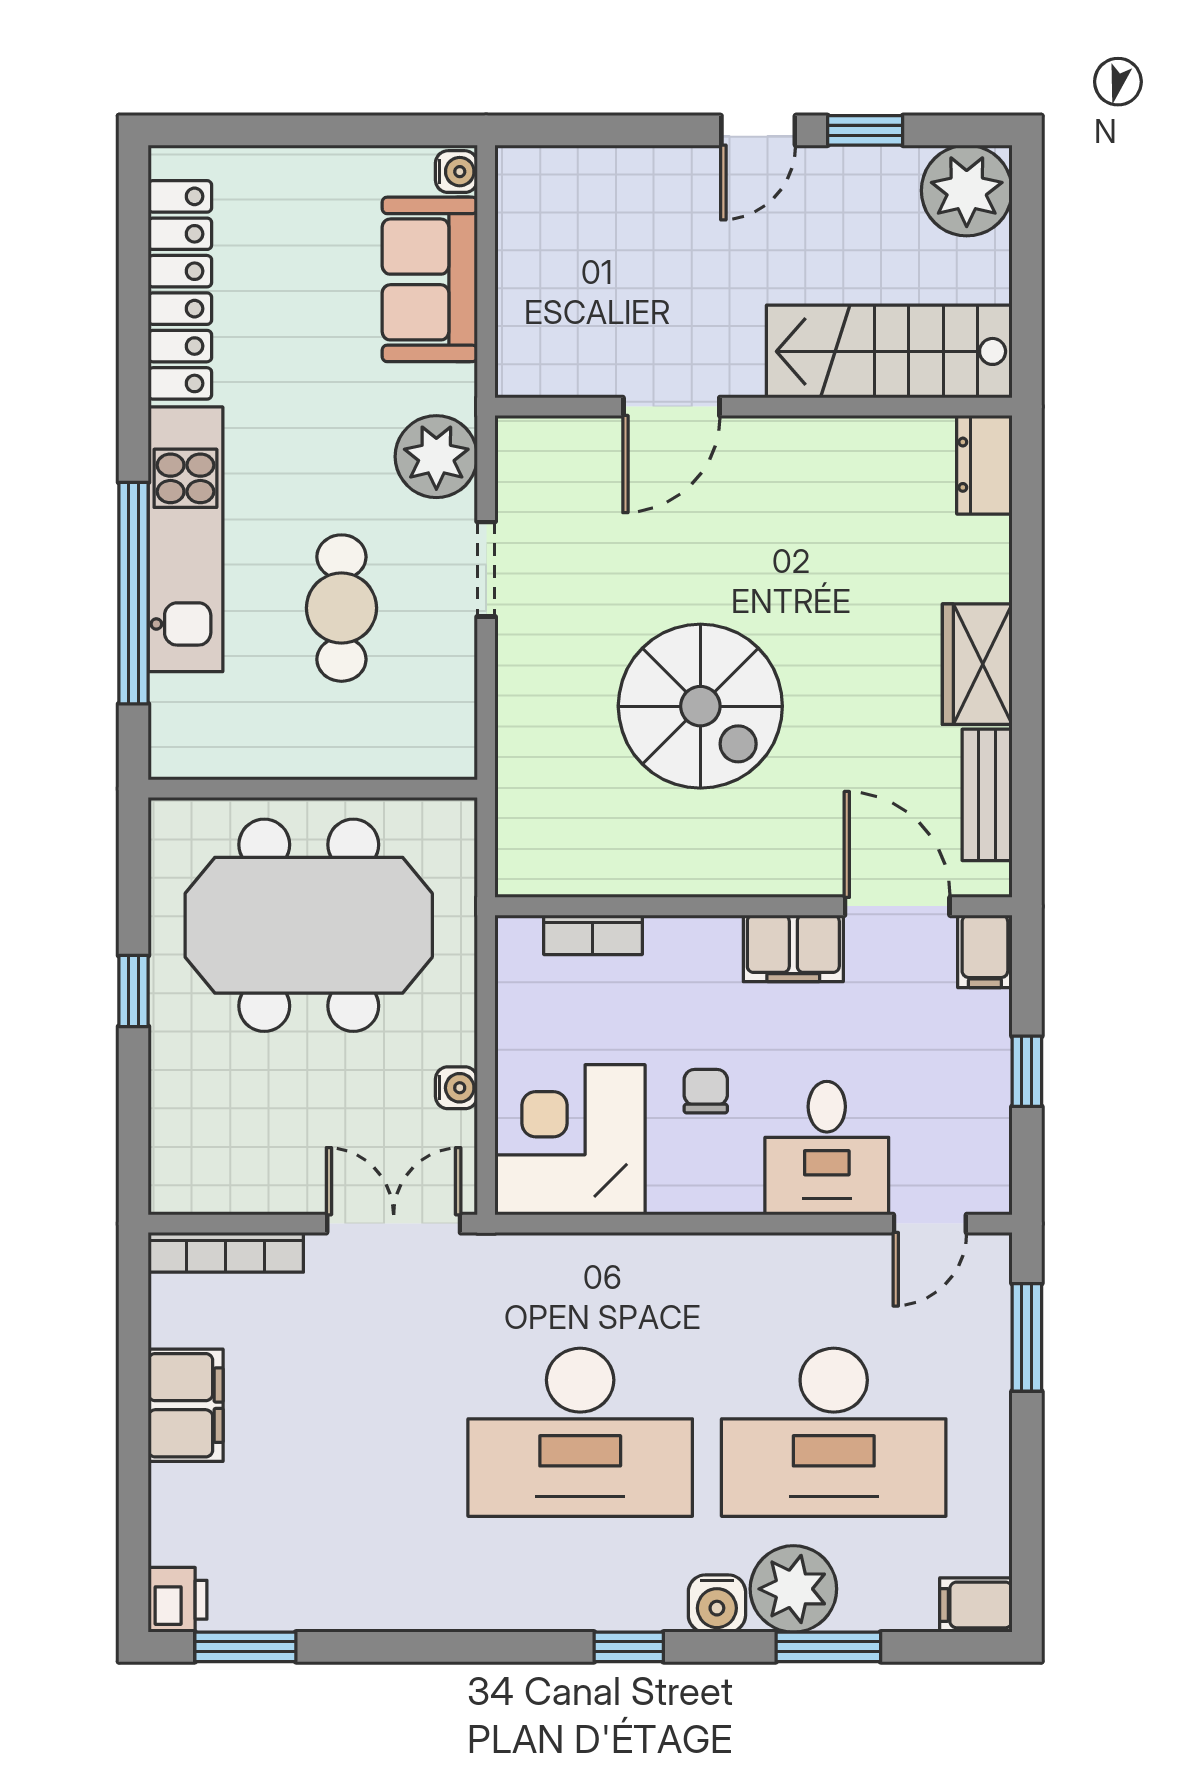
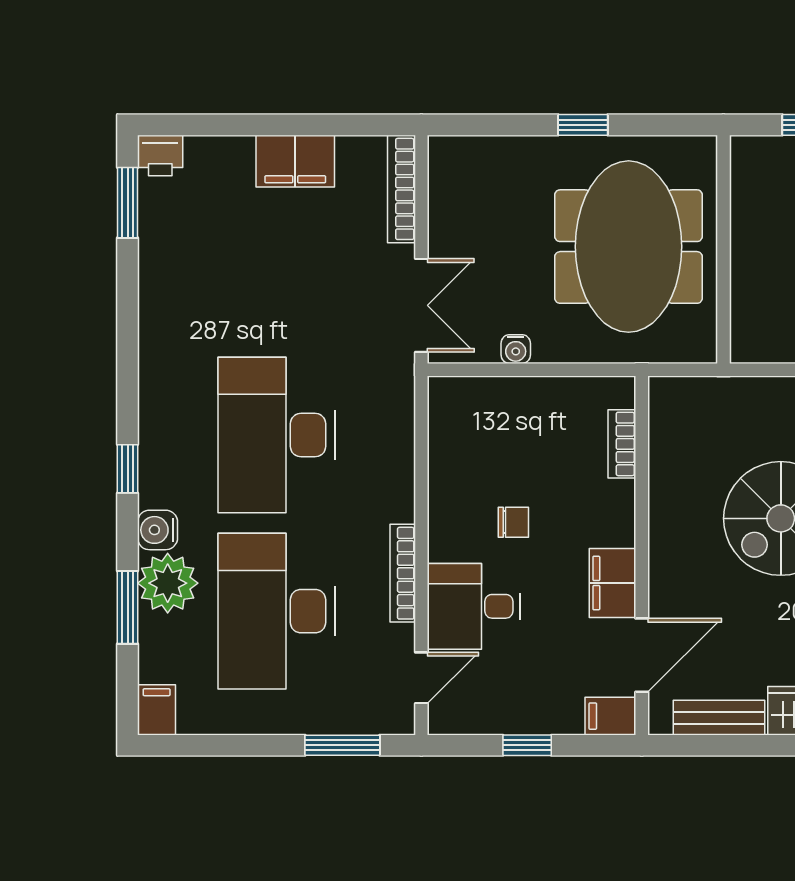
corner desk: (570, 1140) -> (480, 428), removed
door: (930, 1224) -> (421, 678), swing flipped
bookcase: (779, 1251) -> (403, 573), added

